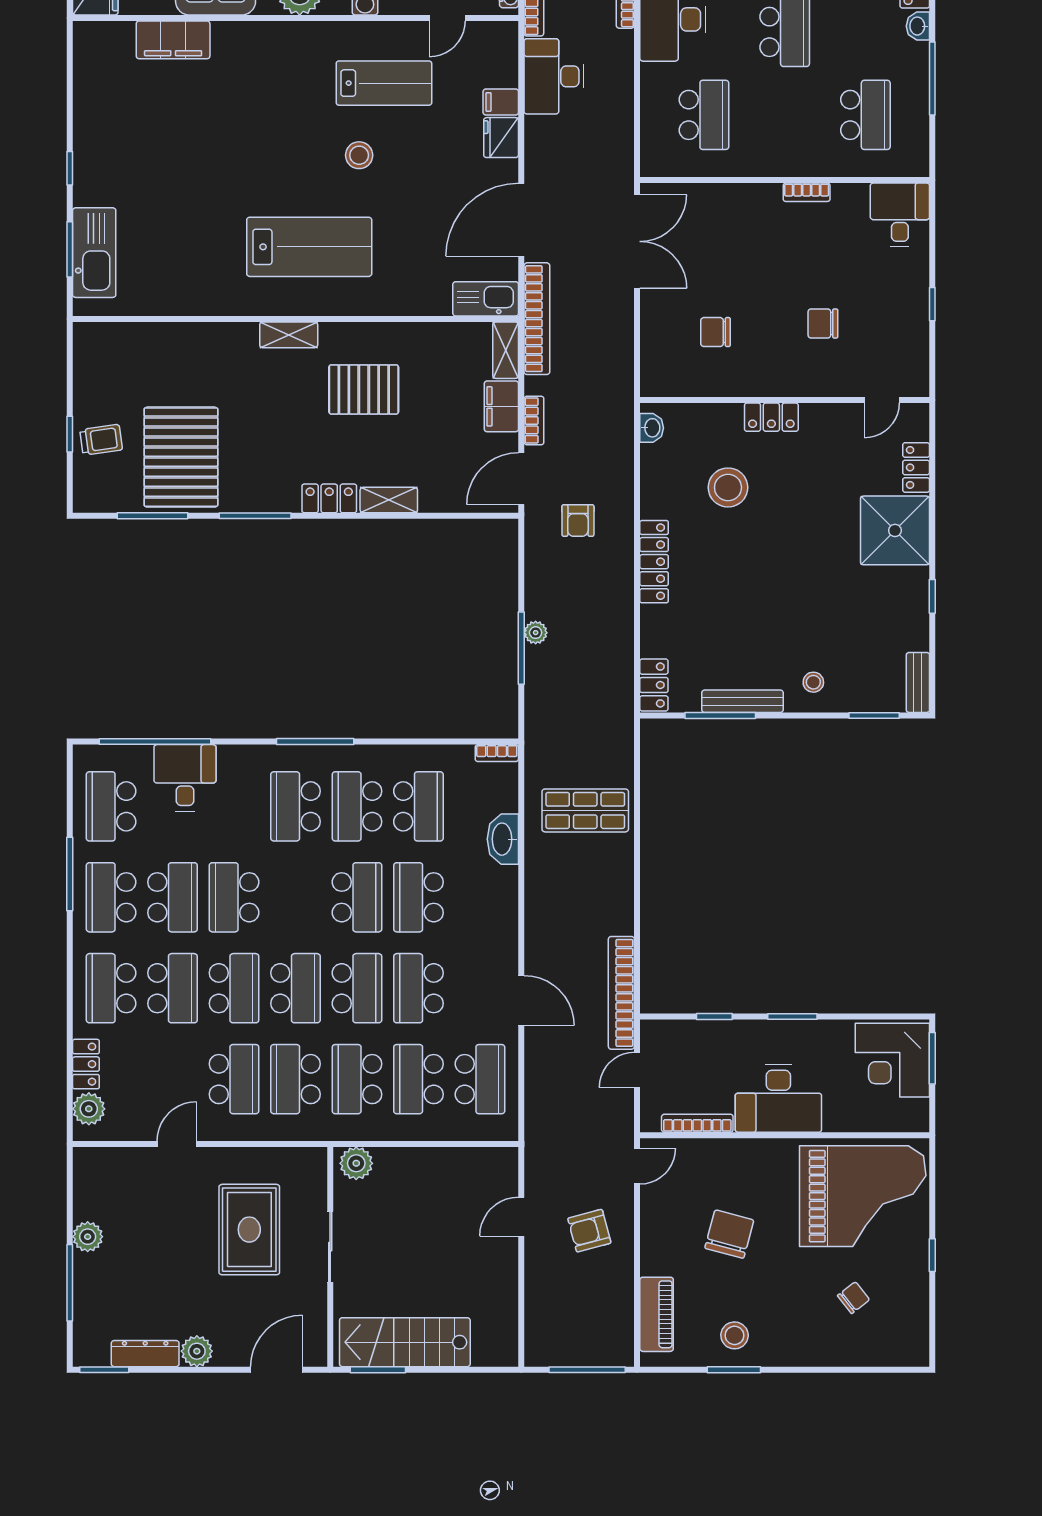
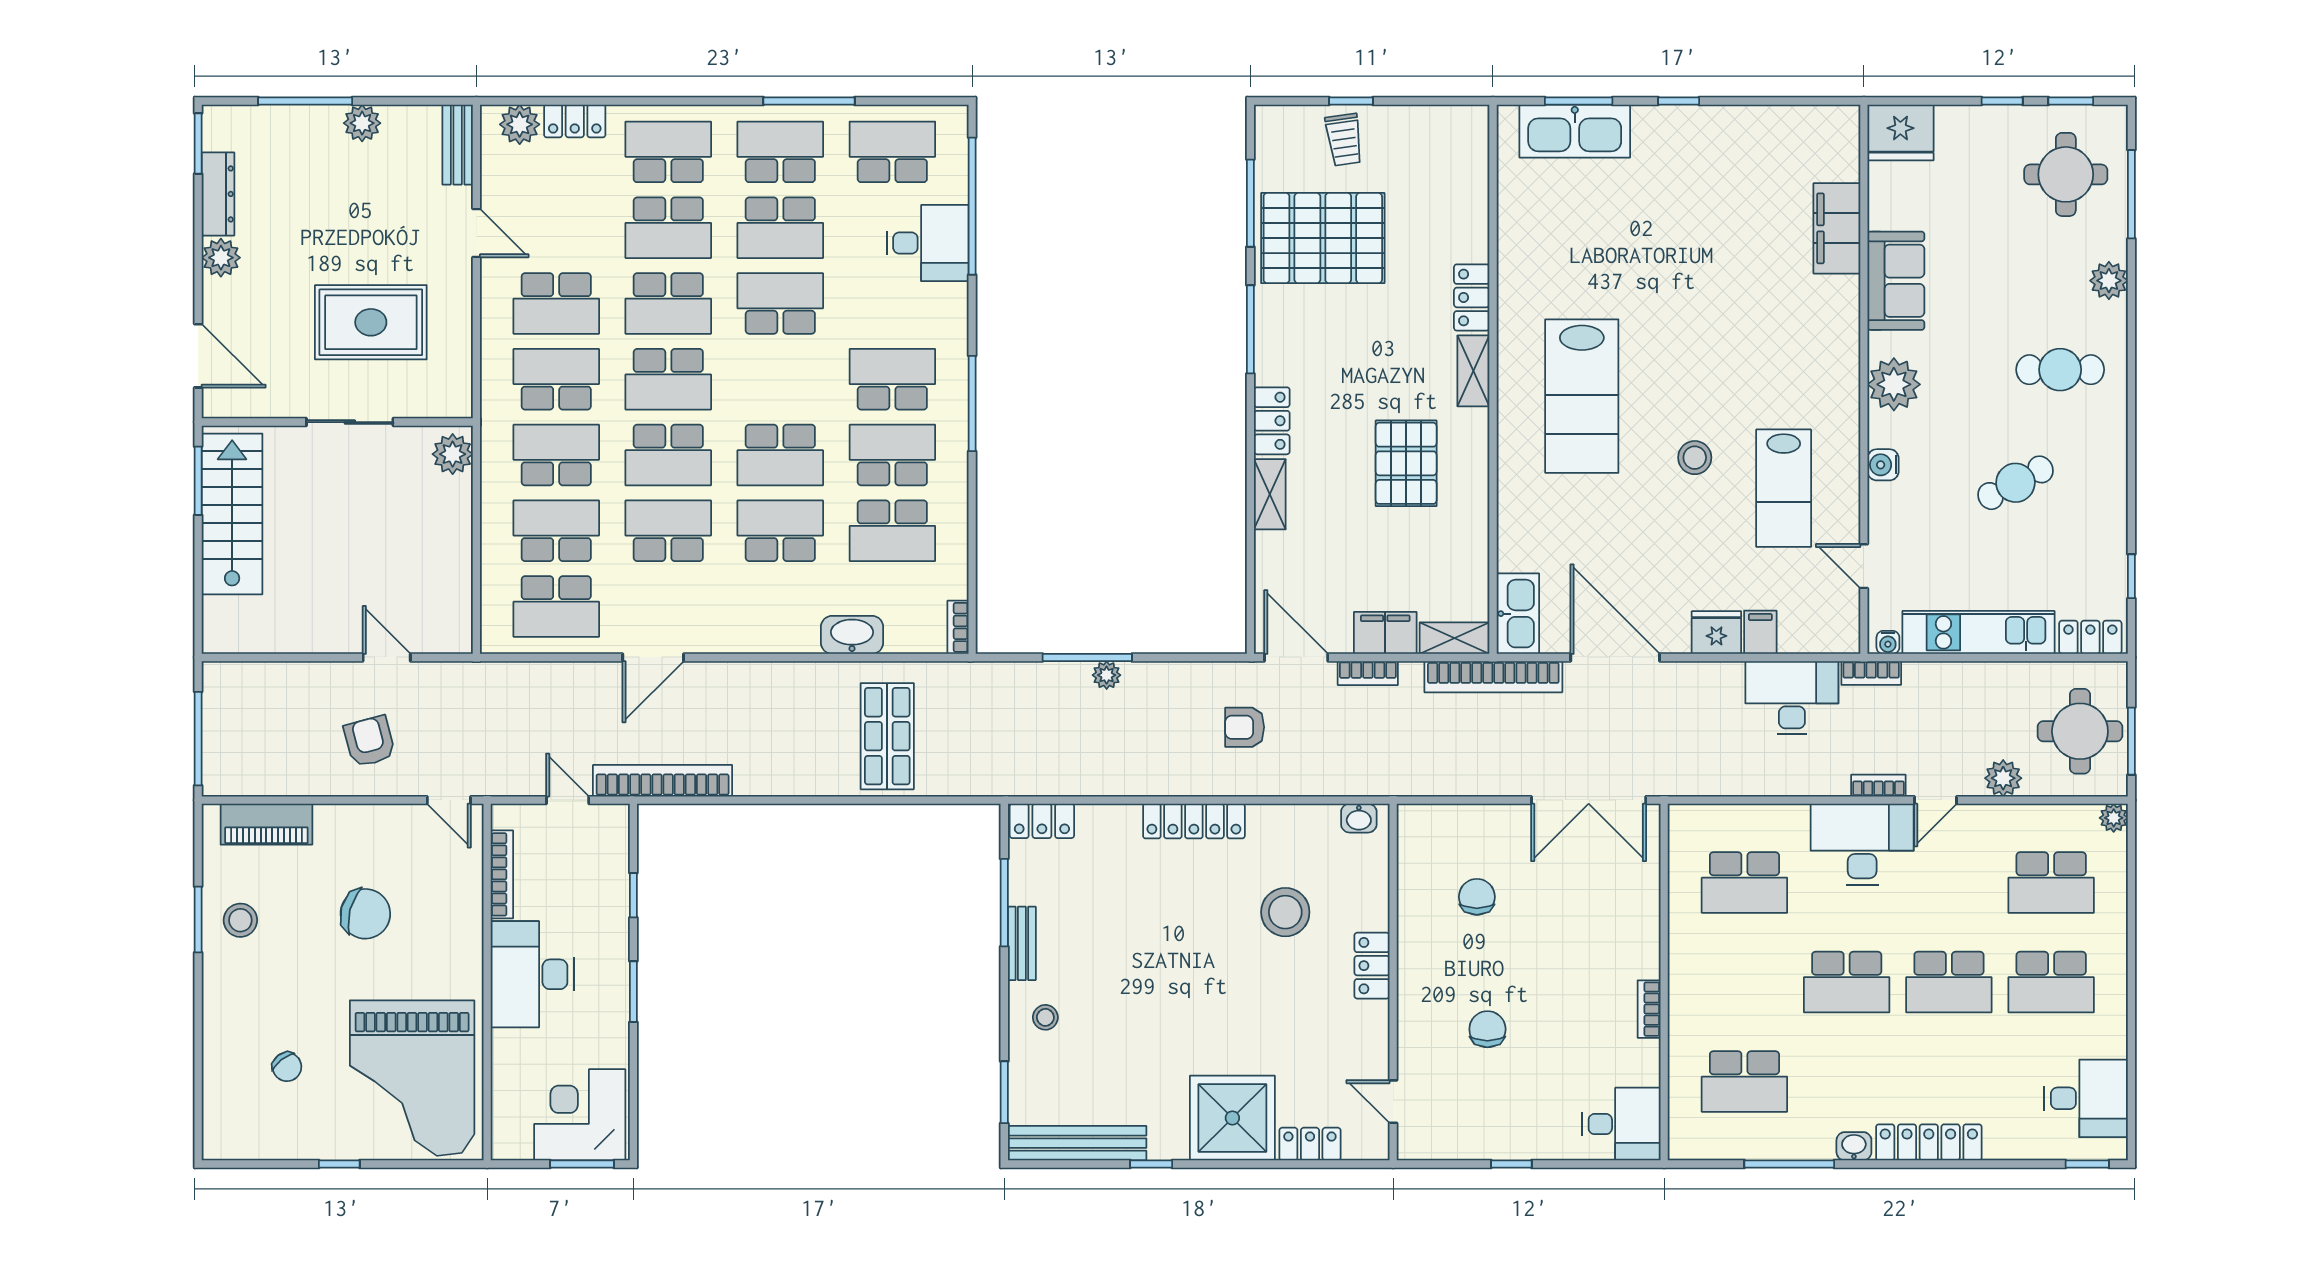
locker: (229, 336) -> (1472, 297), added
bench: (918, 682) -> (1077, 1143), width x1.86, depth x1.21
bench: (742, 701) -> (1022, 943), width x0.73
bench: (105, 1159) -> (458, 145), added

